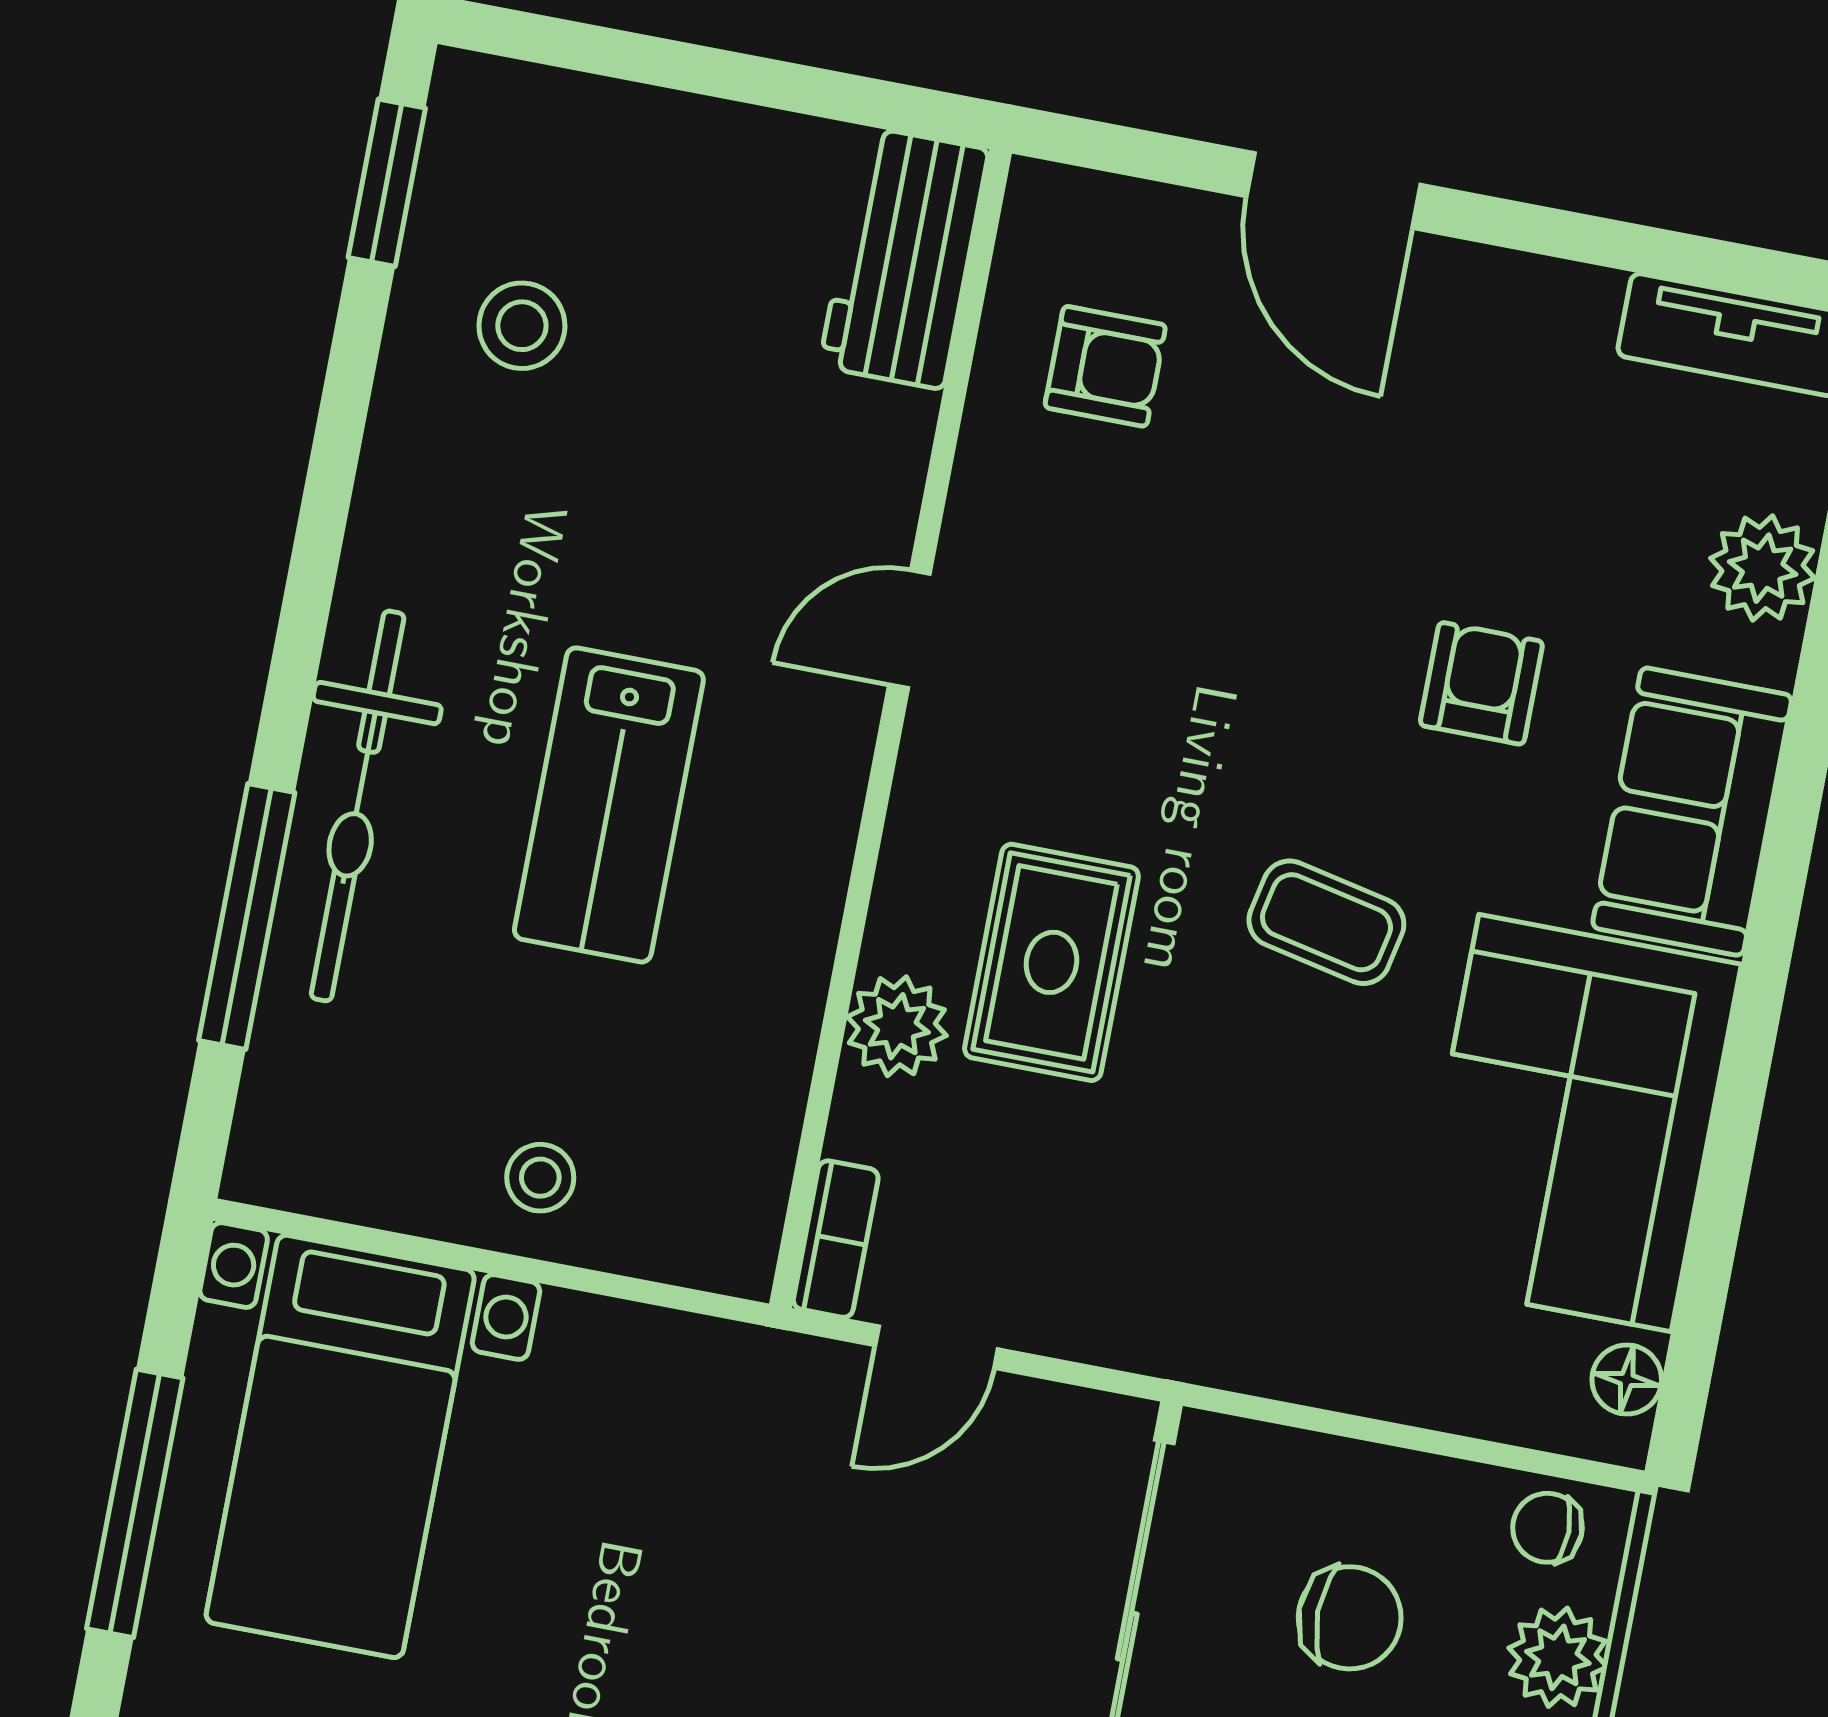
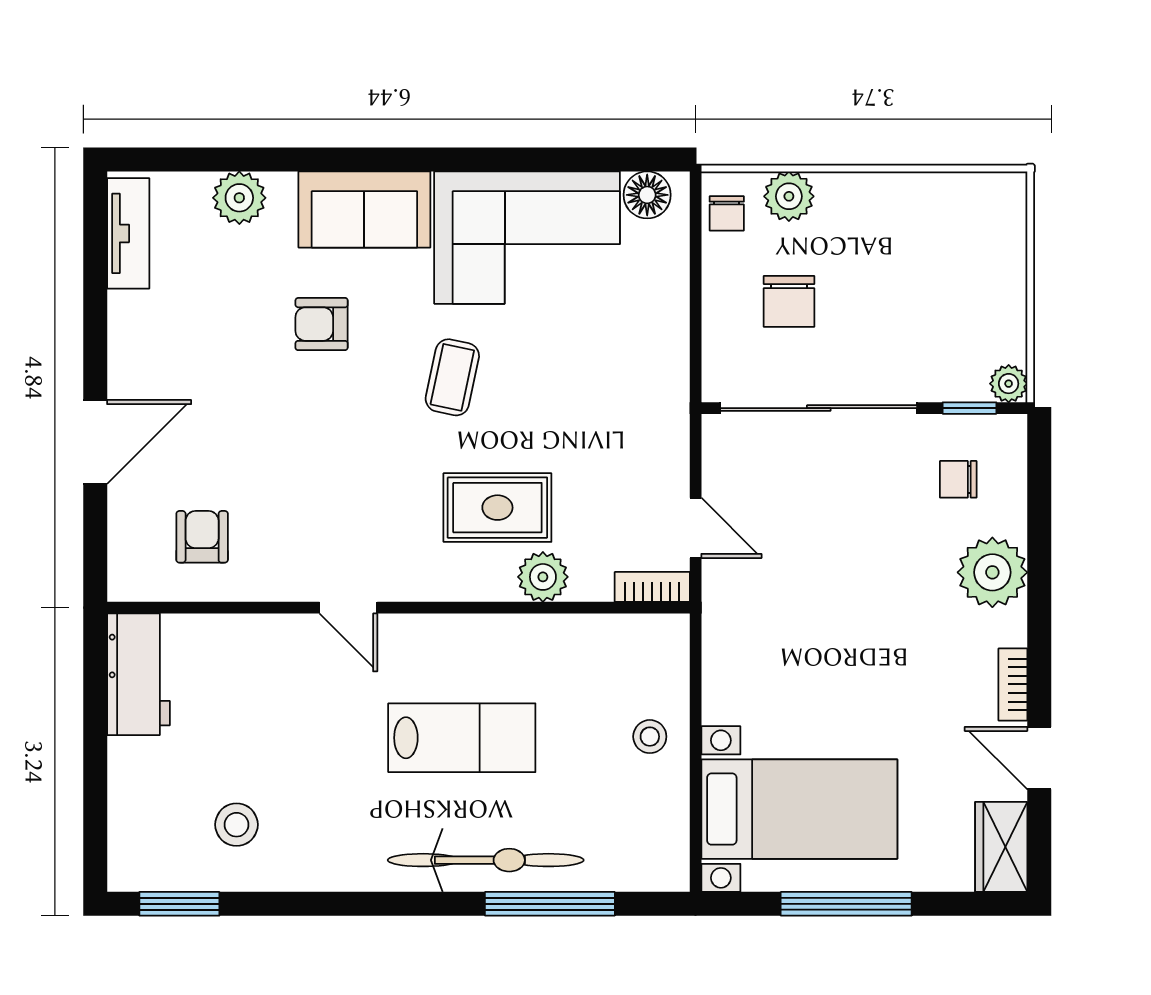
workbench: (904, 258) -> (139, 674), moved, turned -90
floor lamp: (1627, 1380) -> (647, 195), width x1.37, depth x1.37
chair: (1350, 1618) -> (789, 301), turned 180

